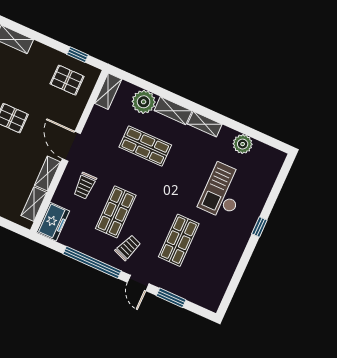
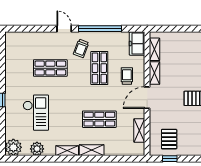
pallet: (67, 80) -> (169, 139), turned 90
shelving: (108, 91) -> (139, 130), moved
plant: (144, 102) -> (13, 147), moved
door: (71, 146) -> (147, 98), swing flipped
shop shelf: (179, 240) -> (50, 68), turned 90
window: (171, 298) -> (39, 29), removed

